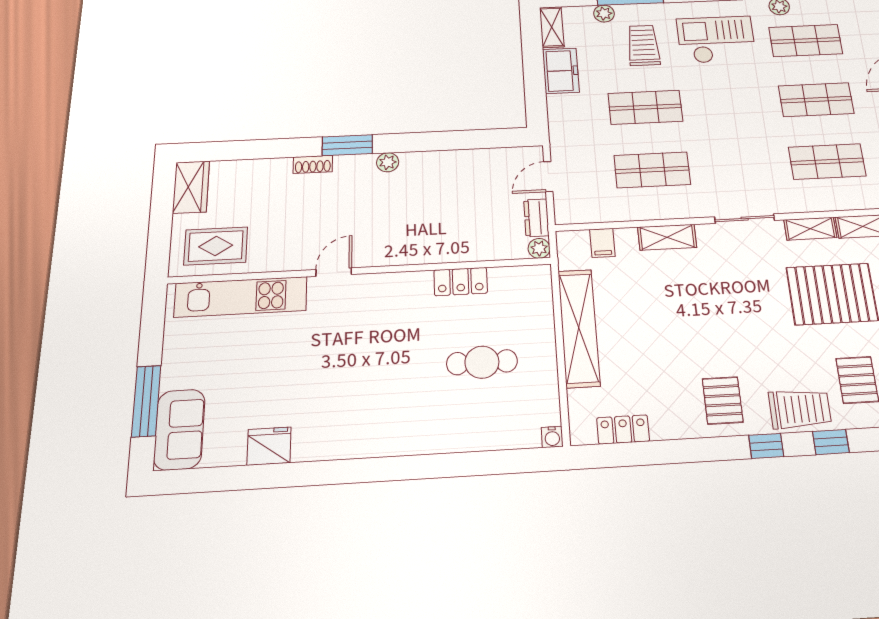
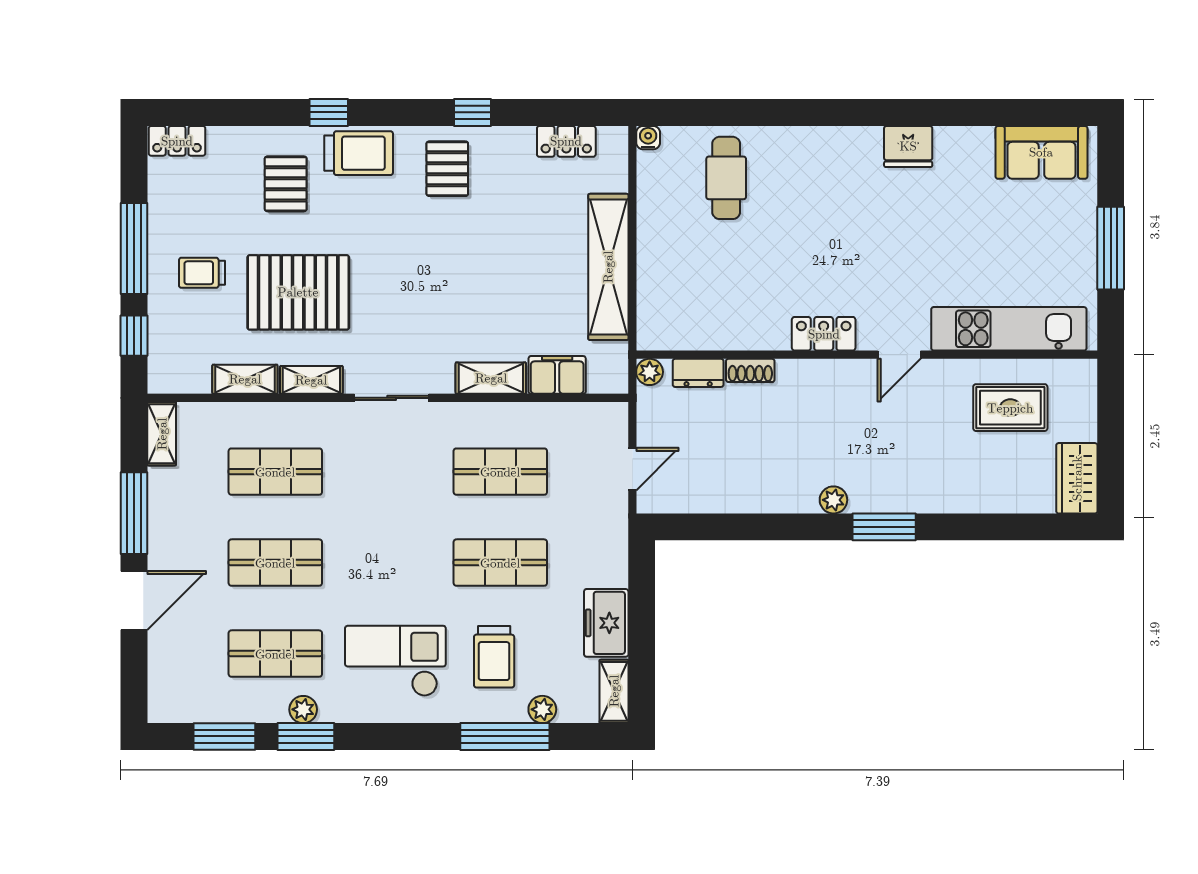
checkout: (716, 40) -> (395, 661), turned 180
shoe rack: (313, 164) -> (750, 370), moved, turned 180
dresser: (536, 218) -> (698, 373), moved, turned 90
filing cabinet: (602, 243) -> (557, 375), width x2.00
rug: (216, 246) -> (1010, 408), moved
locker: (461, 282) -> (824, 334), moved
cafe table: (482, 362) -> (726, 178), moved, turned 90
window: (146, 401) -> (1111, 248), moved
trolley: (800, 409) -> (359, 153), turned 180
sofa: (179, 429) -> (1041, 152), moved, turned -90
fridge: (269, 446) -> (908, 146), moved
window: (766, 446) -> (473, 112), moved

